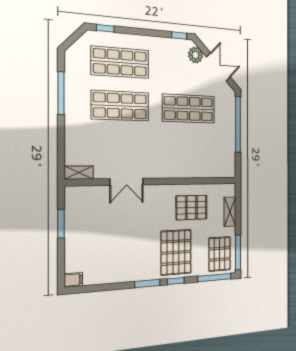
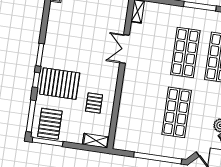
pallet: (191, 207) -> (94, 103), width x0.67, depth x0.71
shelving: (230, 212) -> (96, 141), moved
pallet: (220, 254) -> (50, 124), turned 90

